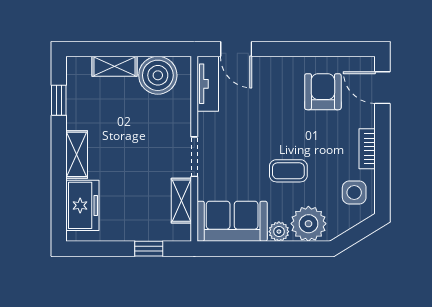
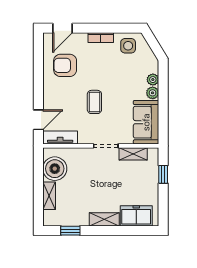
coffee table: (288, 171) -> (94, 102), moved
plant: (308, 224) -> (153, 80), width x0.53, depth x0.53

